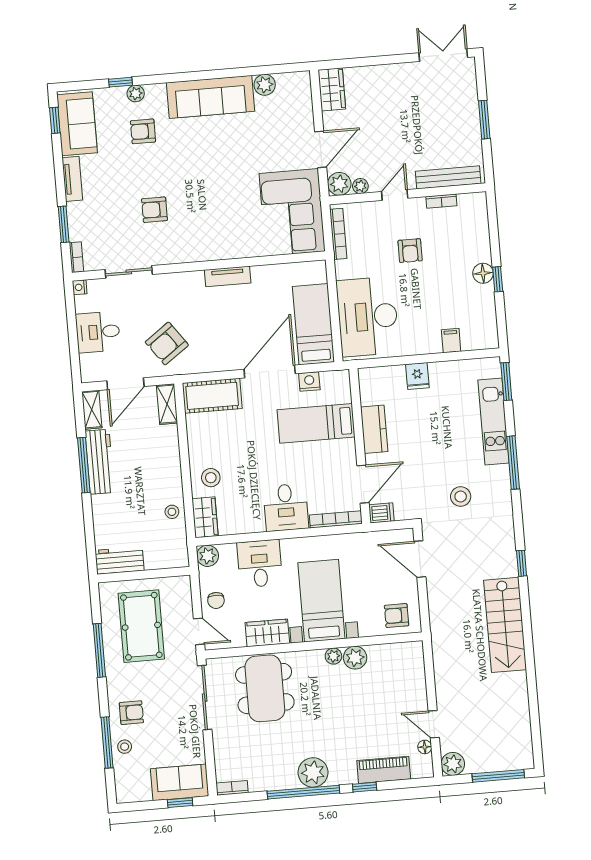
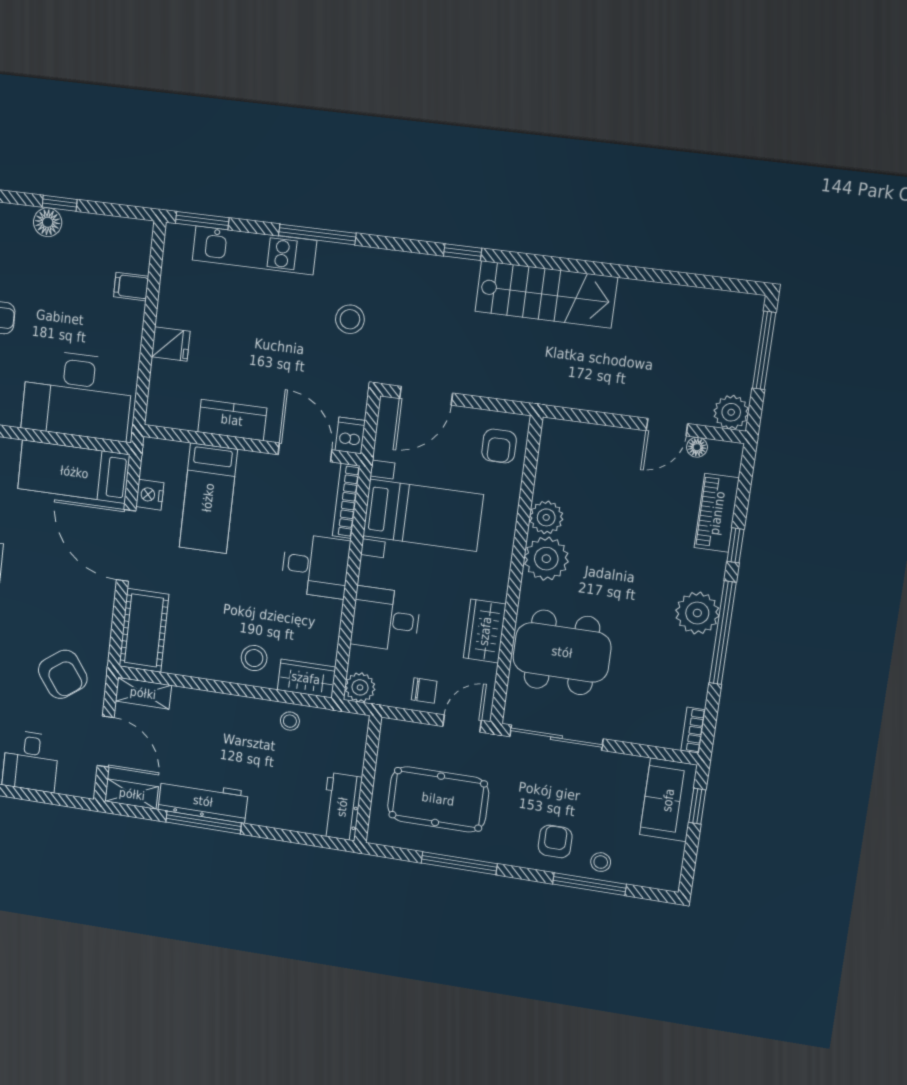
bed with nightstands: (321, 601) -> (423, 515), moved, turned 180
plant: (333, 656) -> (546, 559), width x1.88, depth x1.88

